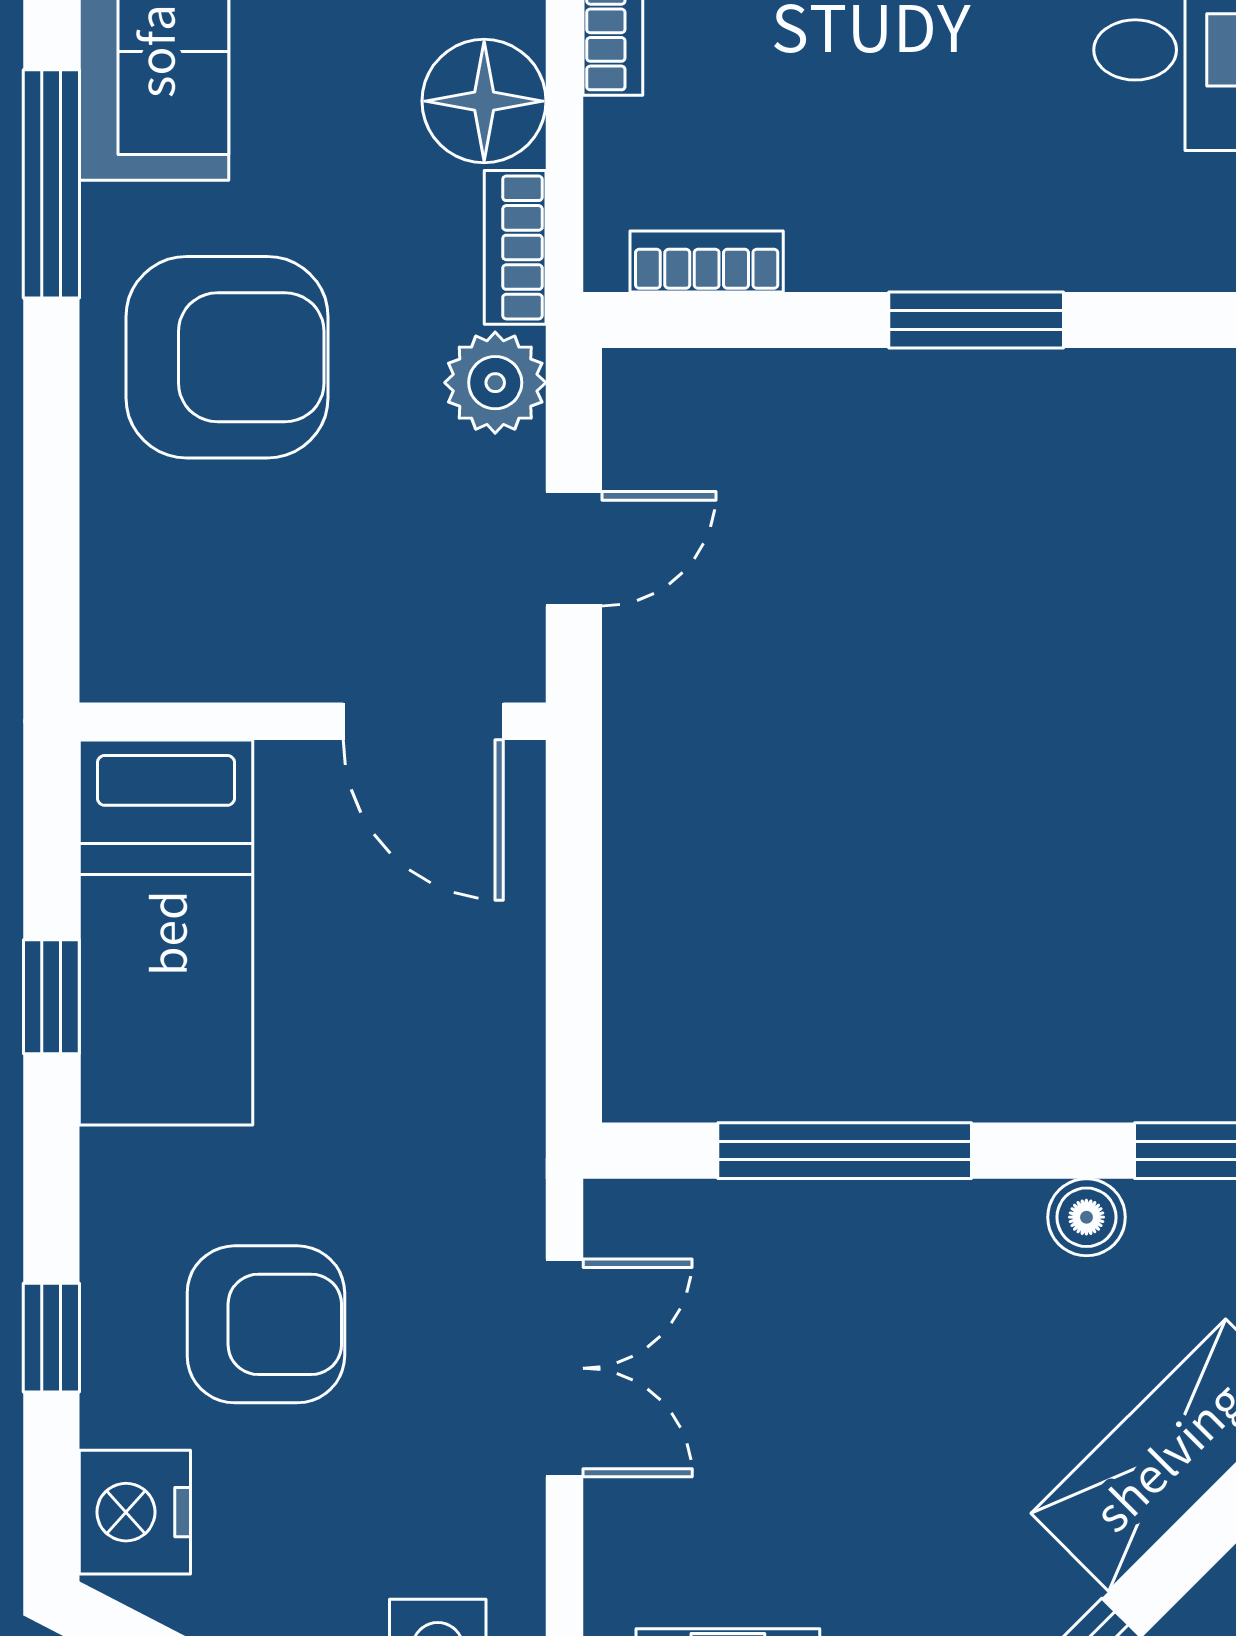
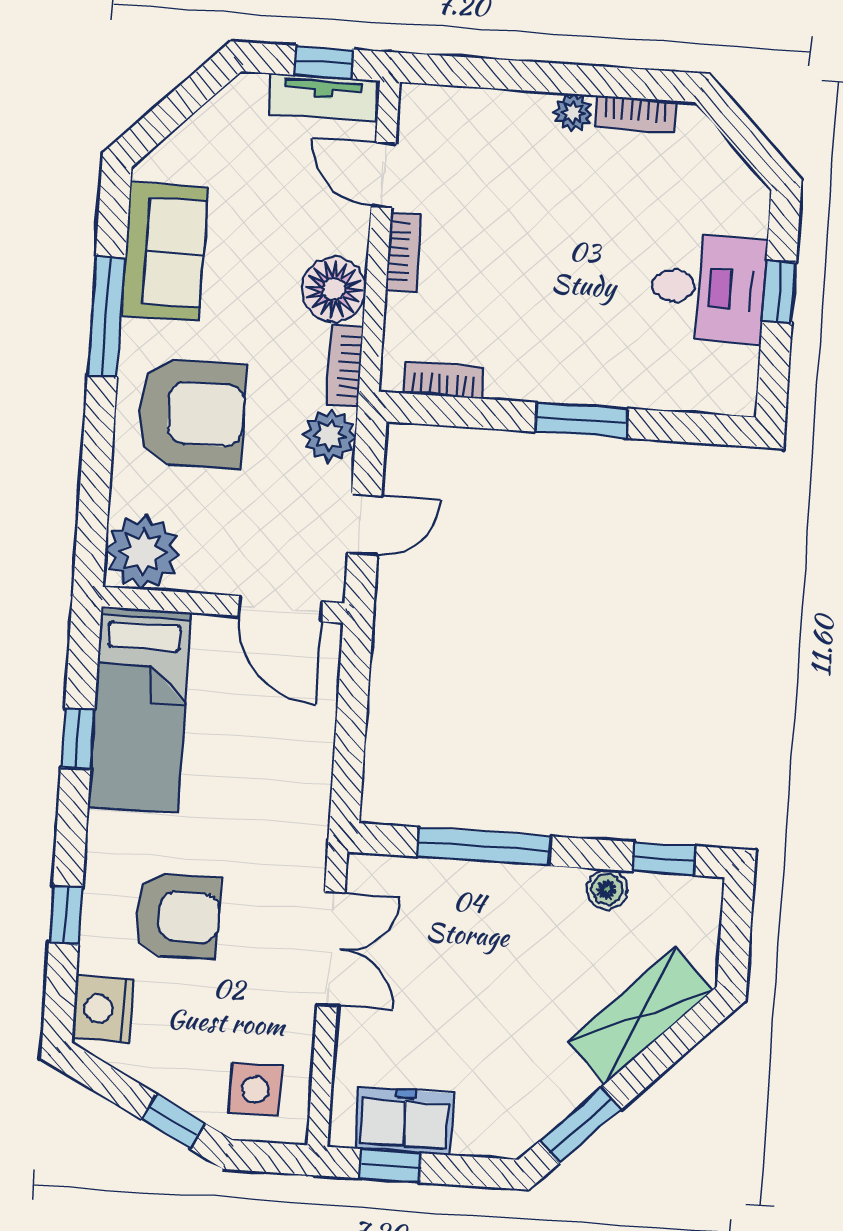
plant: (151, 630) -> (143, 552), added

